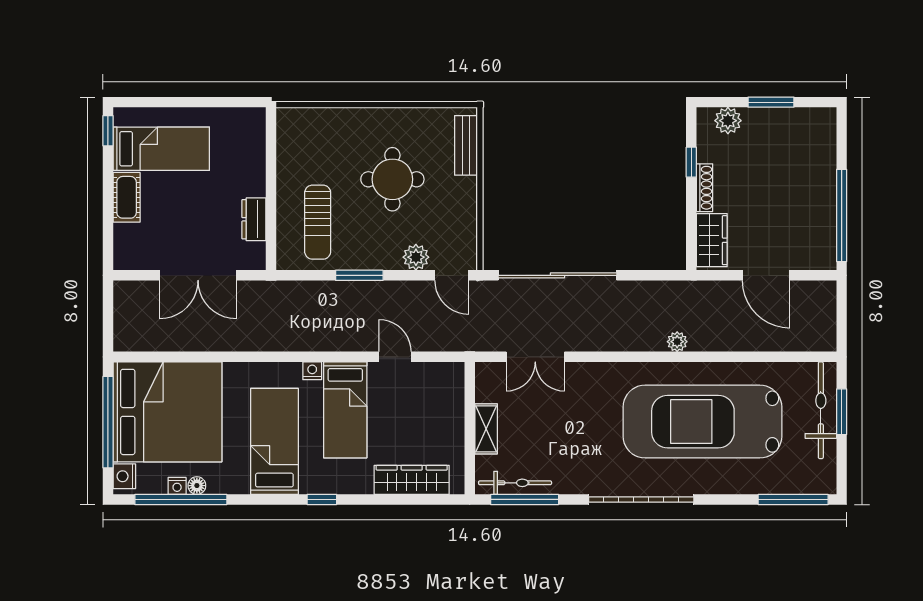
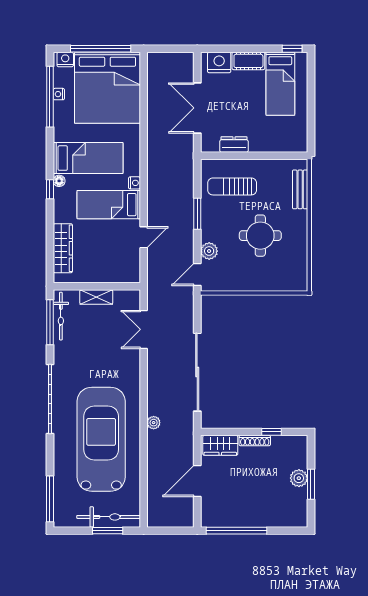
plant: (728, 121) -> (299, 478), moved
bench: (466, 145) -> (300, 189), moved, turned 90
nightstand: (129, 242) -> (219, 62), added
sliding door: (558, 275) -> (197, 372), moved
floor lamp: (197, 486) -> (59, 181), moved

